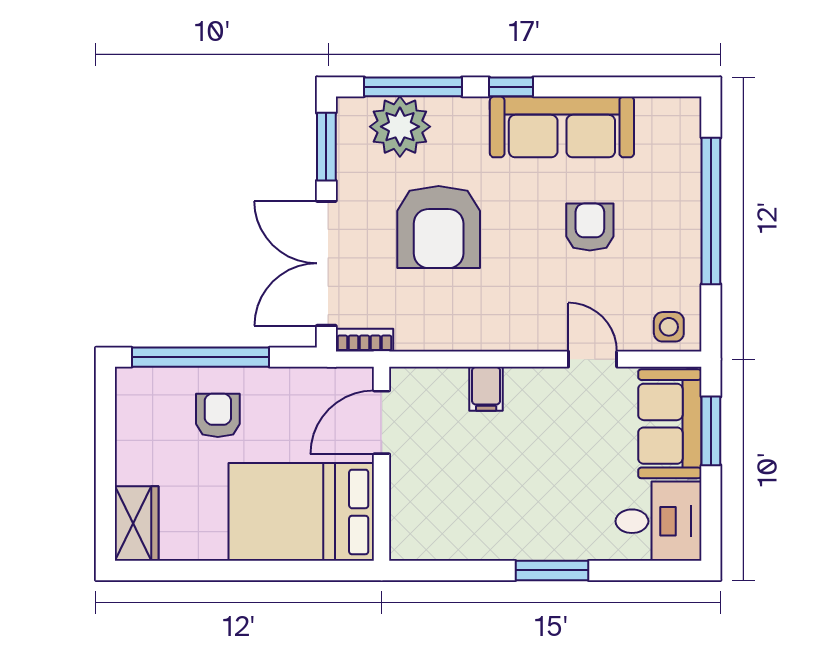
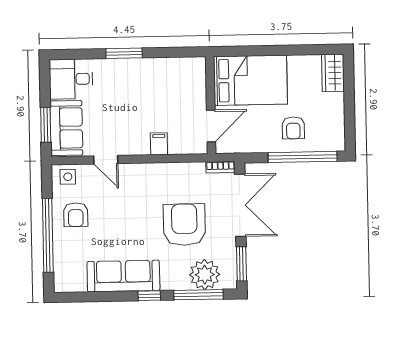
armchair: (590, 227) -> (76, 215), moved

